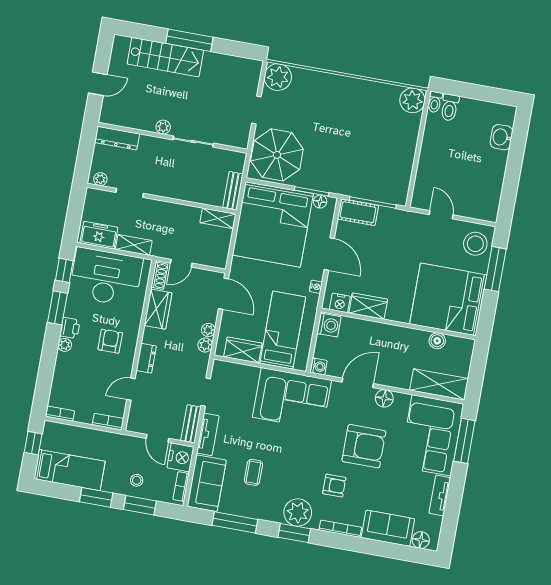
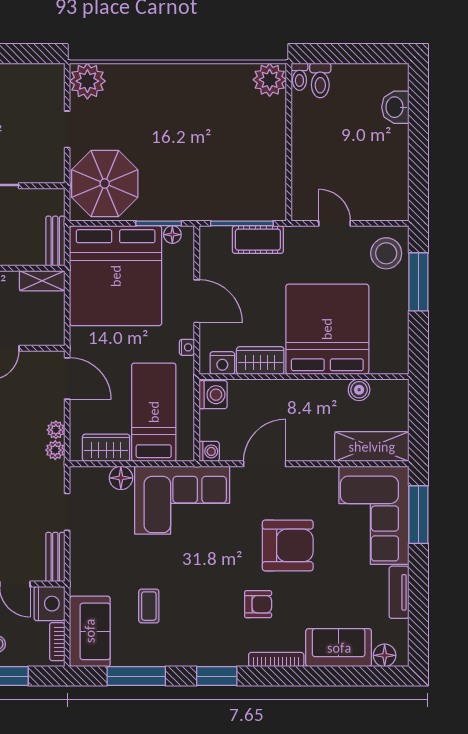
cot: (358, 212) -> (258, 240), moved
bed: (448, 299) -> (327, 329), moved, turned 90
floor lamp: (384, 398) -> (121, 478), moved
tv unit: (208, 434) -> (80, 567), removed
plant: (298, 512) -> (216, 648), removed

